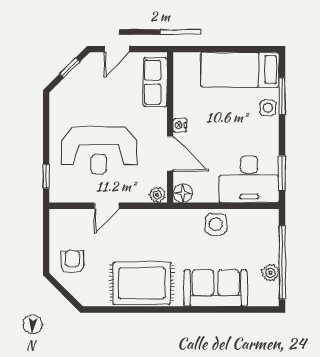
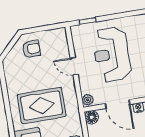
door: (170, 154) -> (118, 104), hinge flipped
rug: (142, 283) -> (42, 105), moved, turned 90

